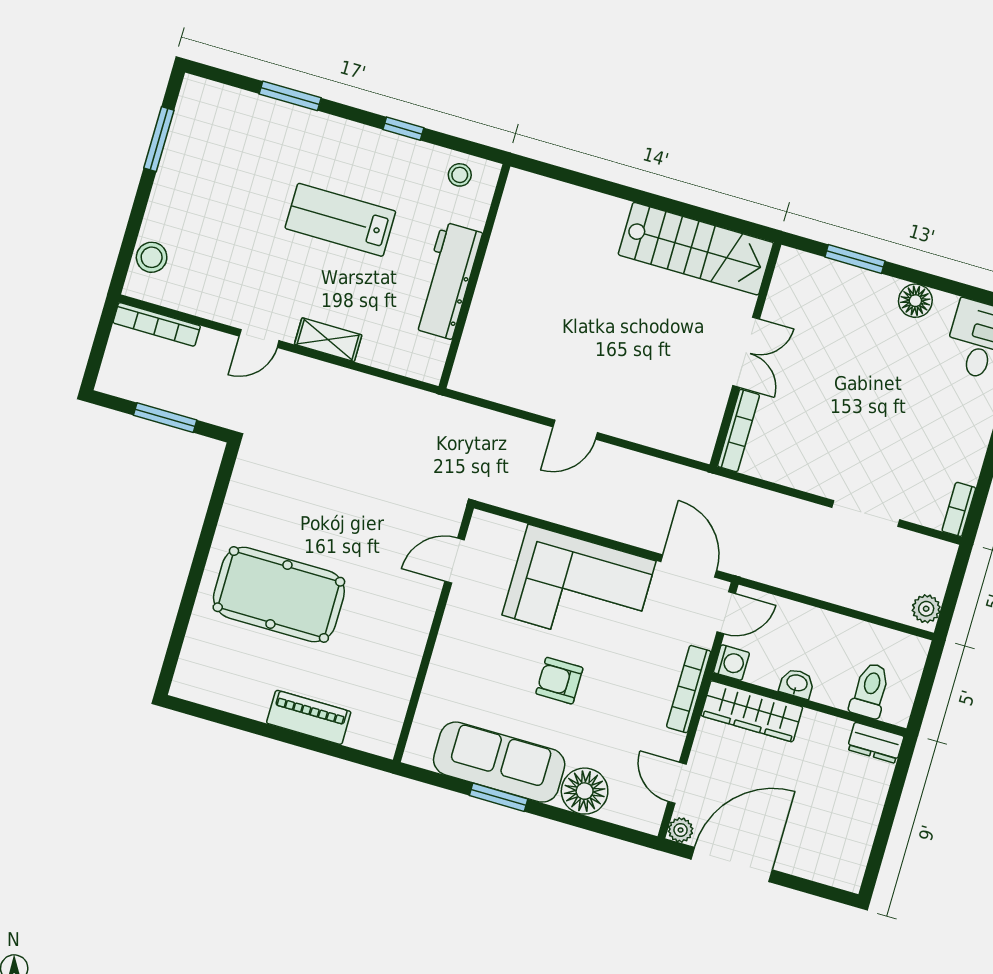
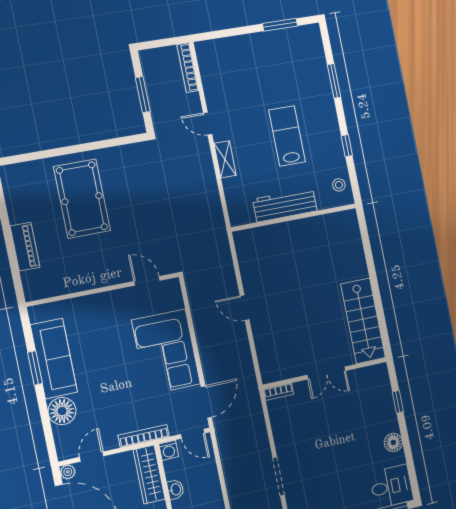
stool: (152, 257) -> (220, 49), removed
window: (855, 259) -> (398, 402), width x0.67
bookcase: (738, 431) -> (279, 392), width x0.64
armchair: (559, 681) -> (113, 367), removed

